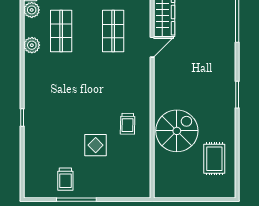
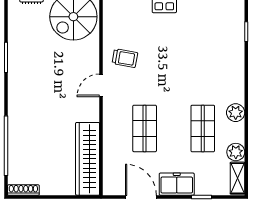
door: (152, 47) -> (101, 85), moved
trolley: (128, 124) -> (125, 58), moved, turned 99

